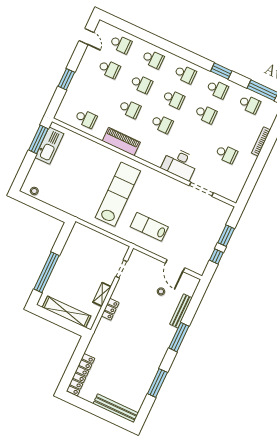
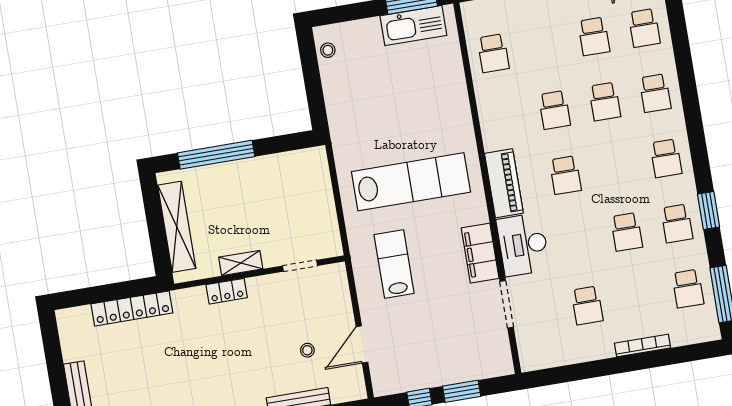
school desk: (174, 99) -> (616, 167), removed
piano: (121, 142) -> (504, 183), moved
filing cabinet: (171, 185) -> (480, 253), added
locker: (81, 375) -> (132, 308), moved

